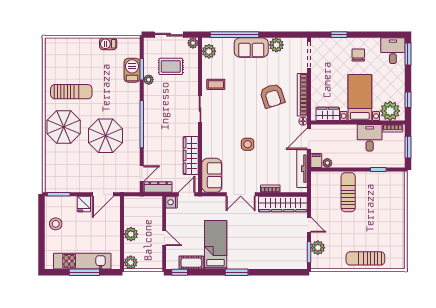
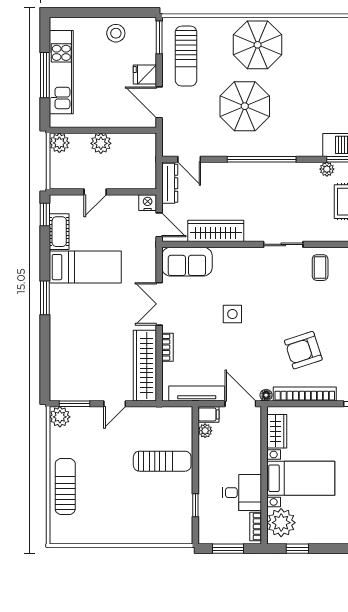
sun lounger: (71, 92) -> (186, 56), moved
plant: (318, 248) -> (60, 417), moved

